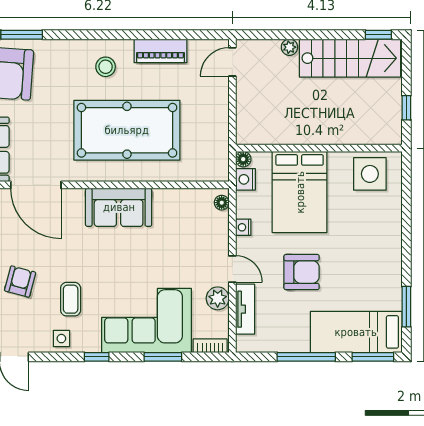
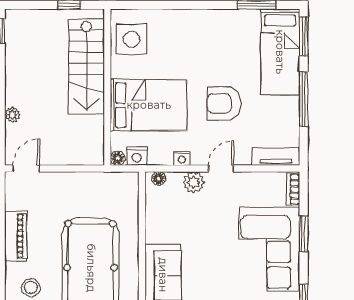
stairs: (350, 58) -> (86, 67), moved, turned 180
door: (232, 62) -> (26, 169), swing flipped
armchair: (302, 272) -> (224, 103), turned -90
plant: (218, 298) -> (194, 182), moved
tv unit: (245, 309) -> (276, 156), moved

